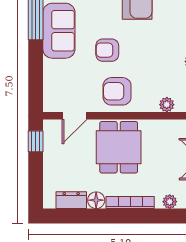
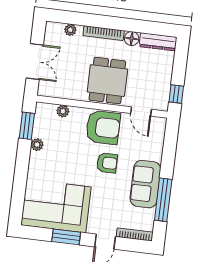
armchair: (117, 91) -> (103, 127), width x1.36, depth x1.36
door: (75, 116) -> (141, 111), swing flipped
dresser: (71, 200) -> (158, 42), width x1.44

